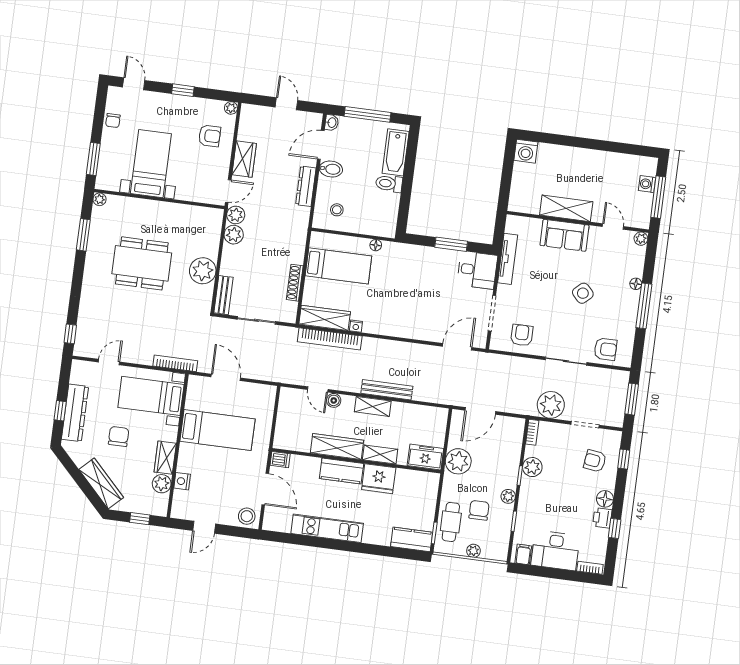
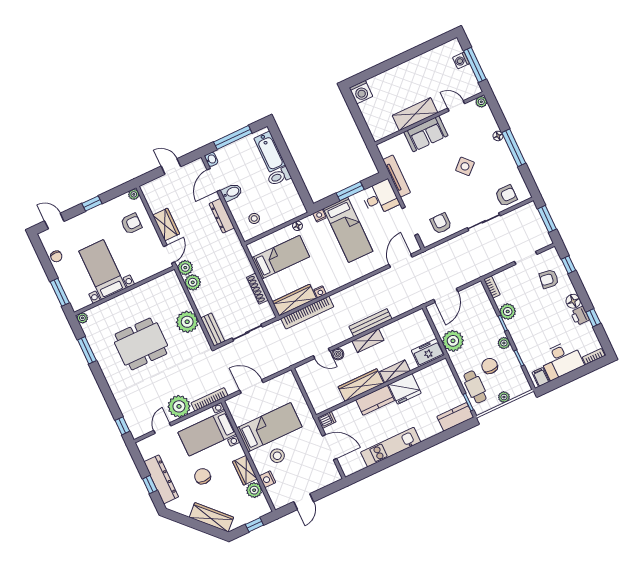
nightstand: (404, 249) -> (320, 216), added
bed: (424, 282) -> (348, 230), added
plant: (551, 405) -> (179, 406), moved
stool: (247, 516) -> (277, 456), moved

